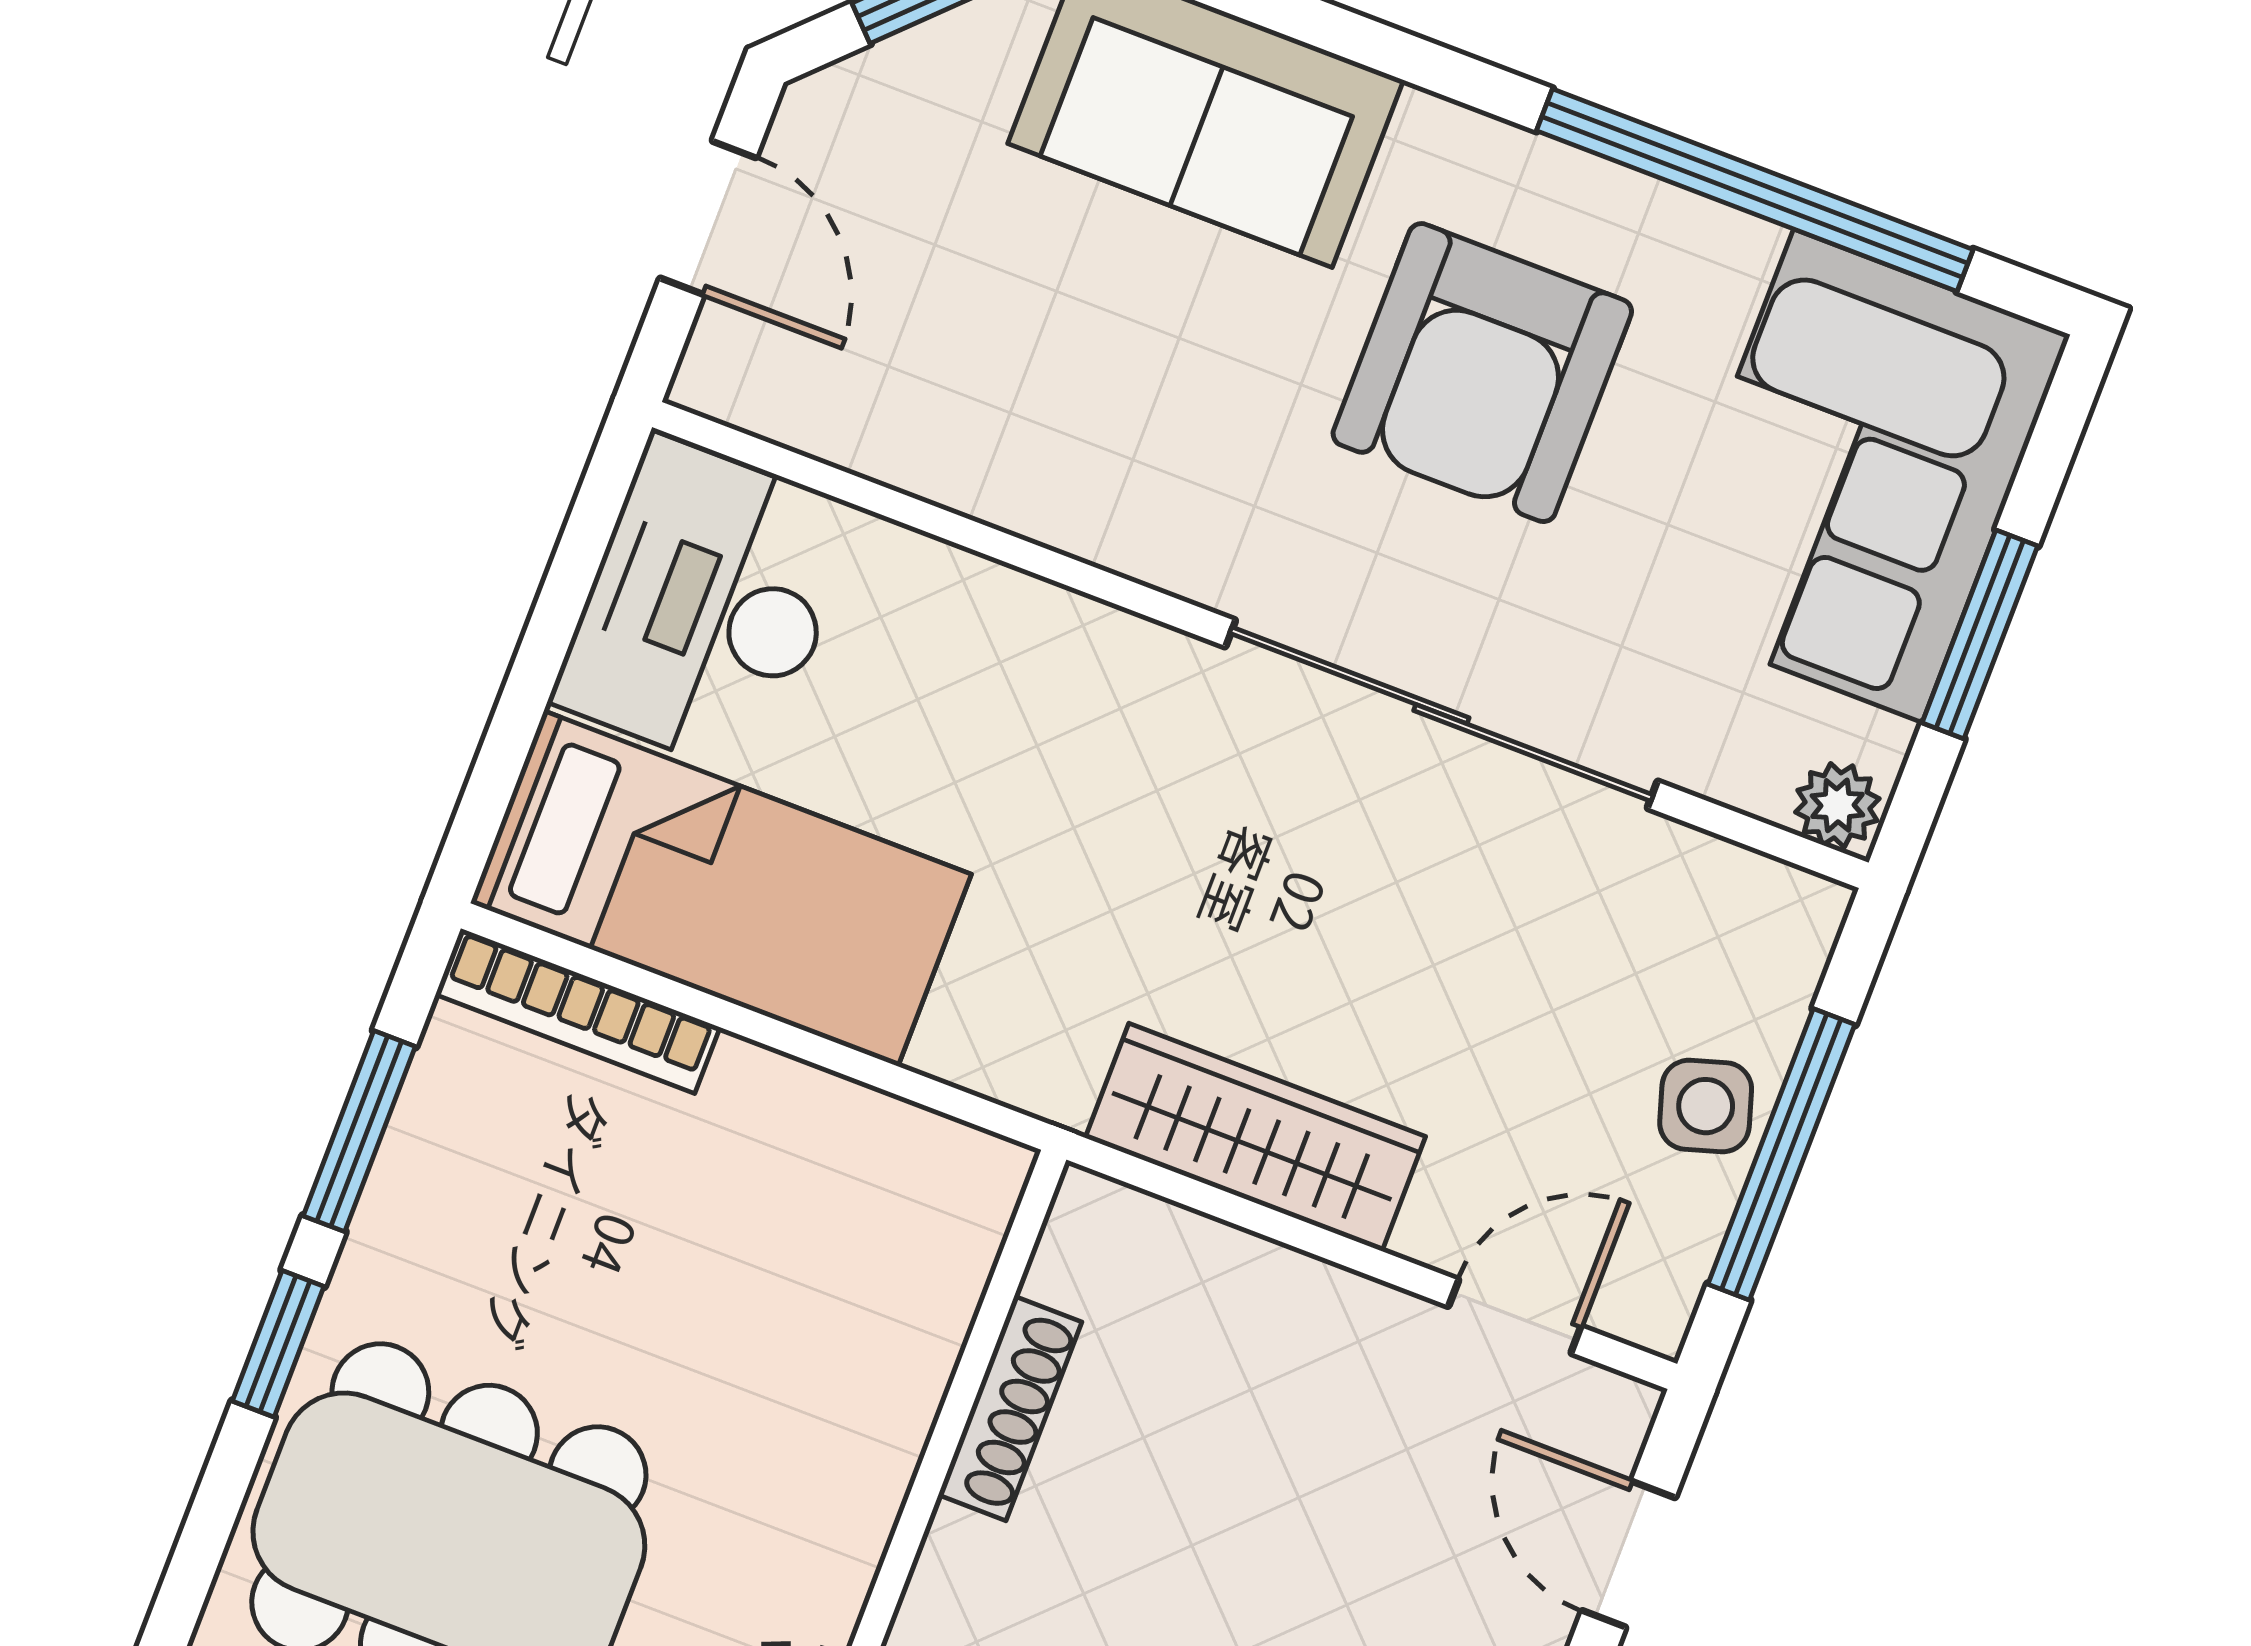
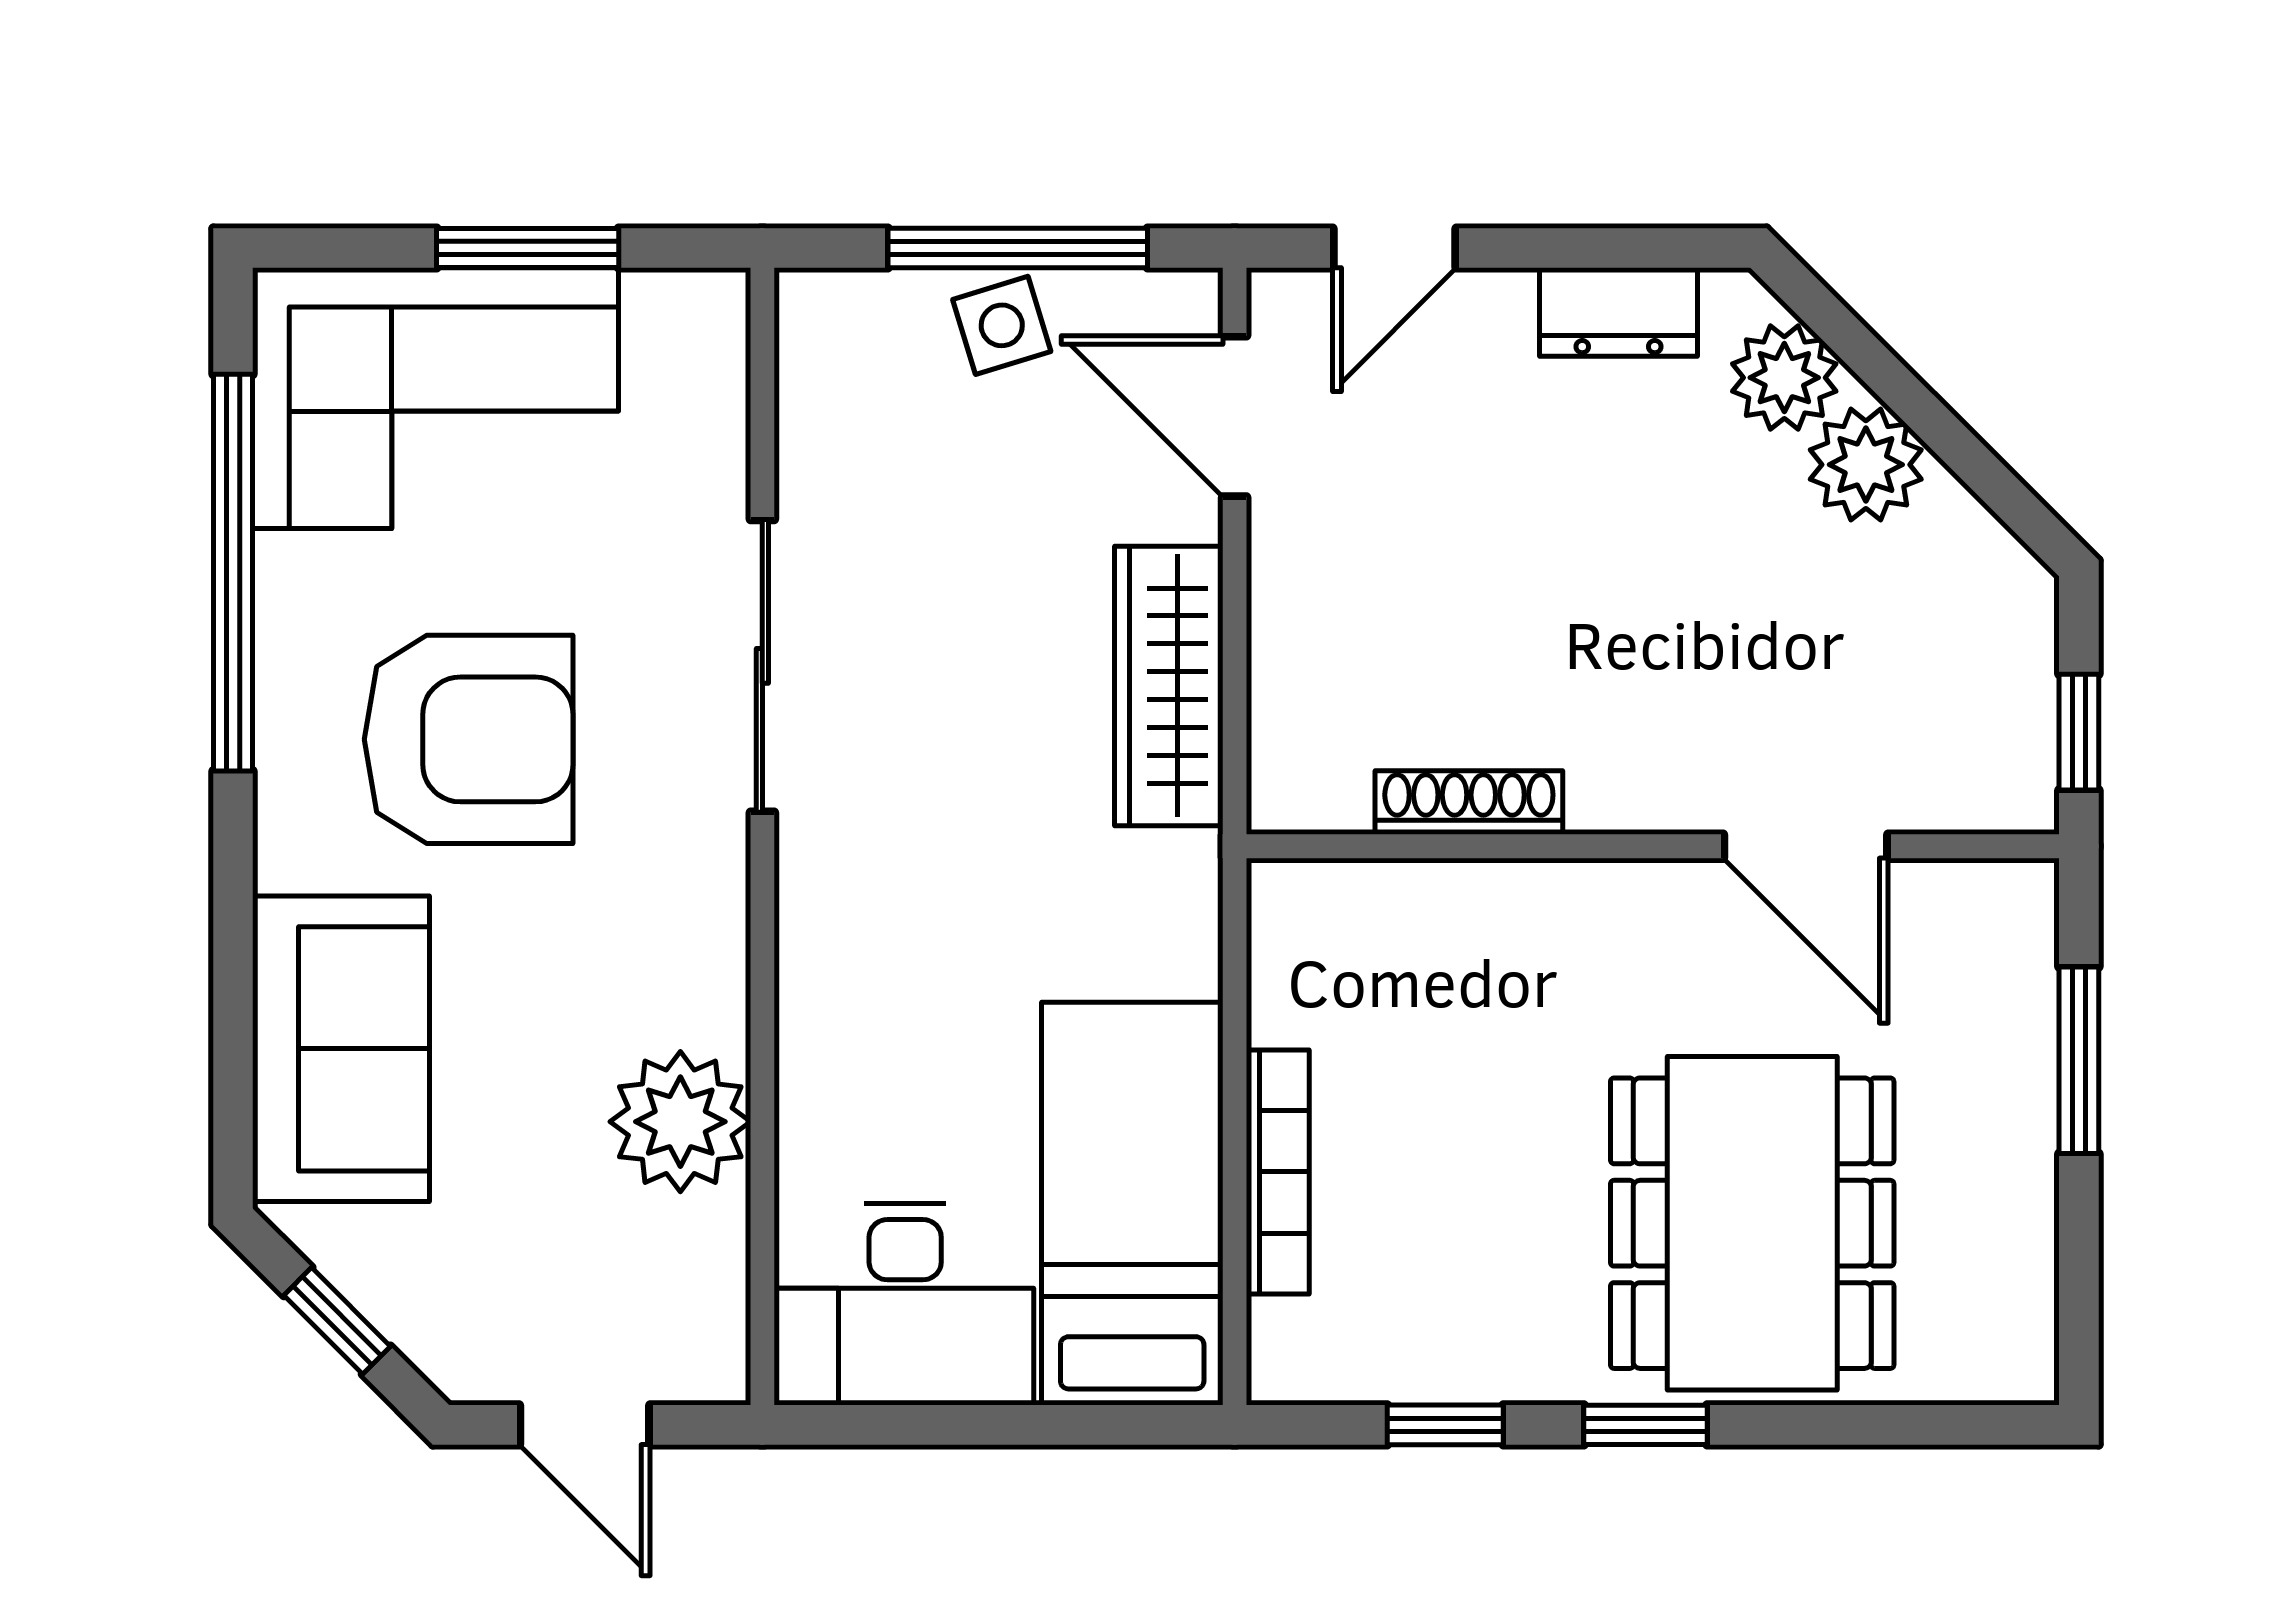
door: (708, 218) -> (585, 1425), swing flipped
sliding door: (1441, 714) -> (762, 666), width x0.73
plant: (1837, 805) -> (680, 1122), moved, width x1.88, depth x1.88
bookcase: (578, 1011) -> (1278, 1172), moved
window: (359, 1131) -> (1445, 1425), width x0.67
door: (1515, 1316) -> (1235, 416), width x1.38

